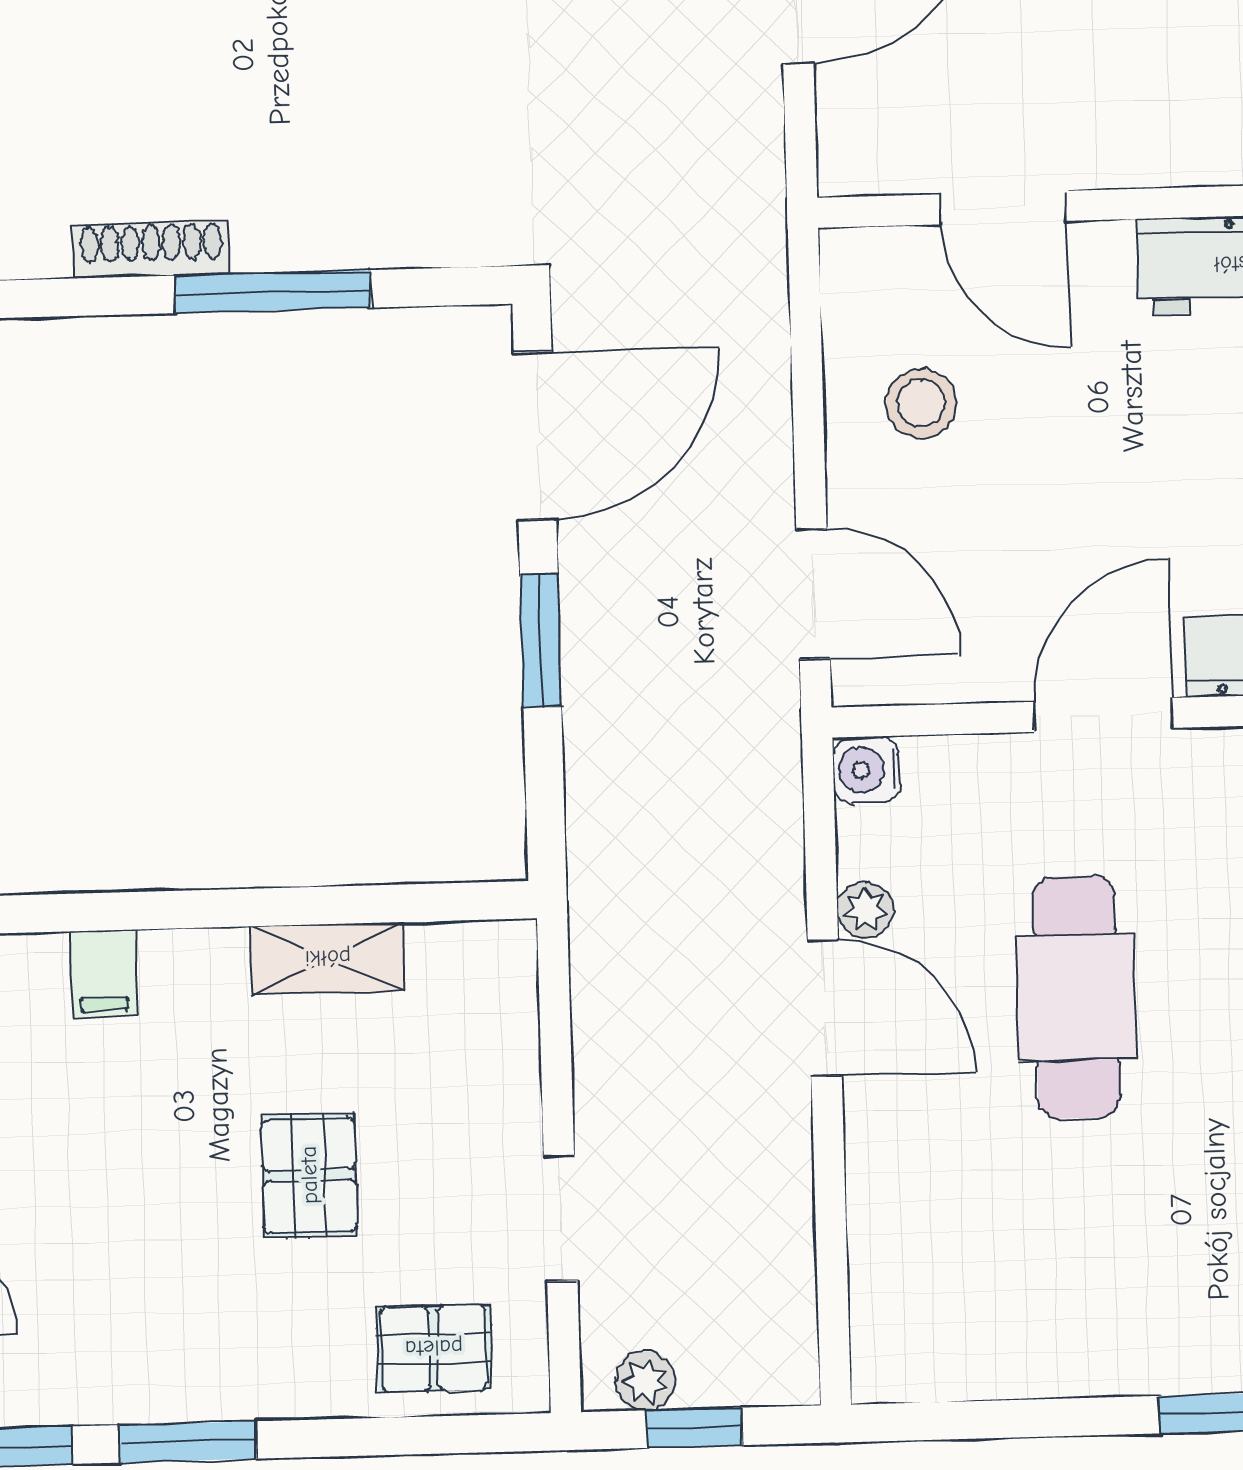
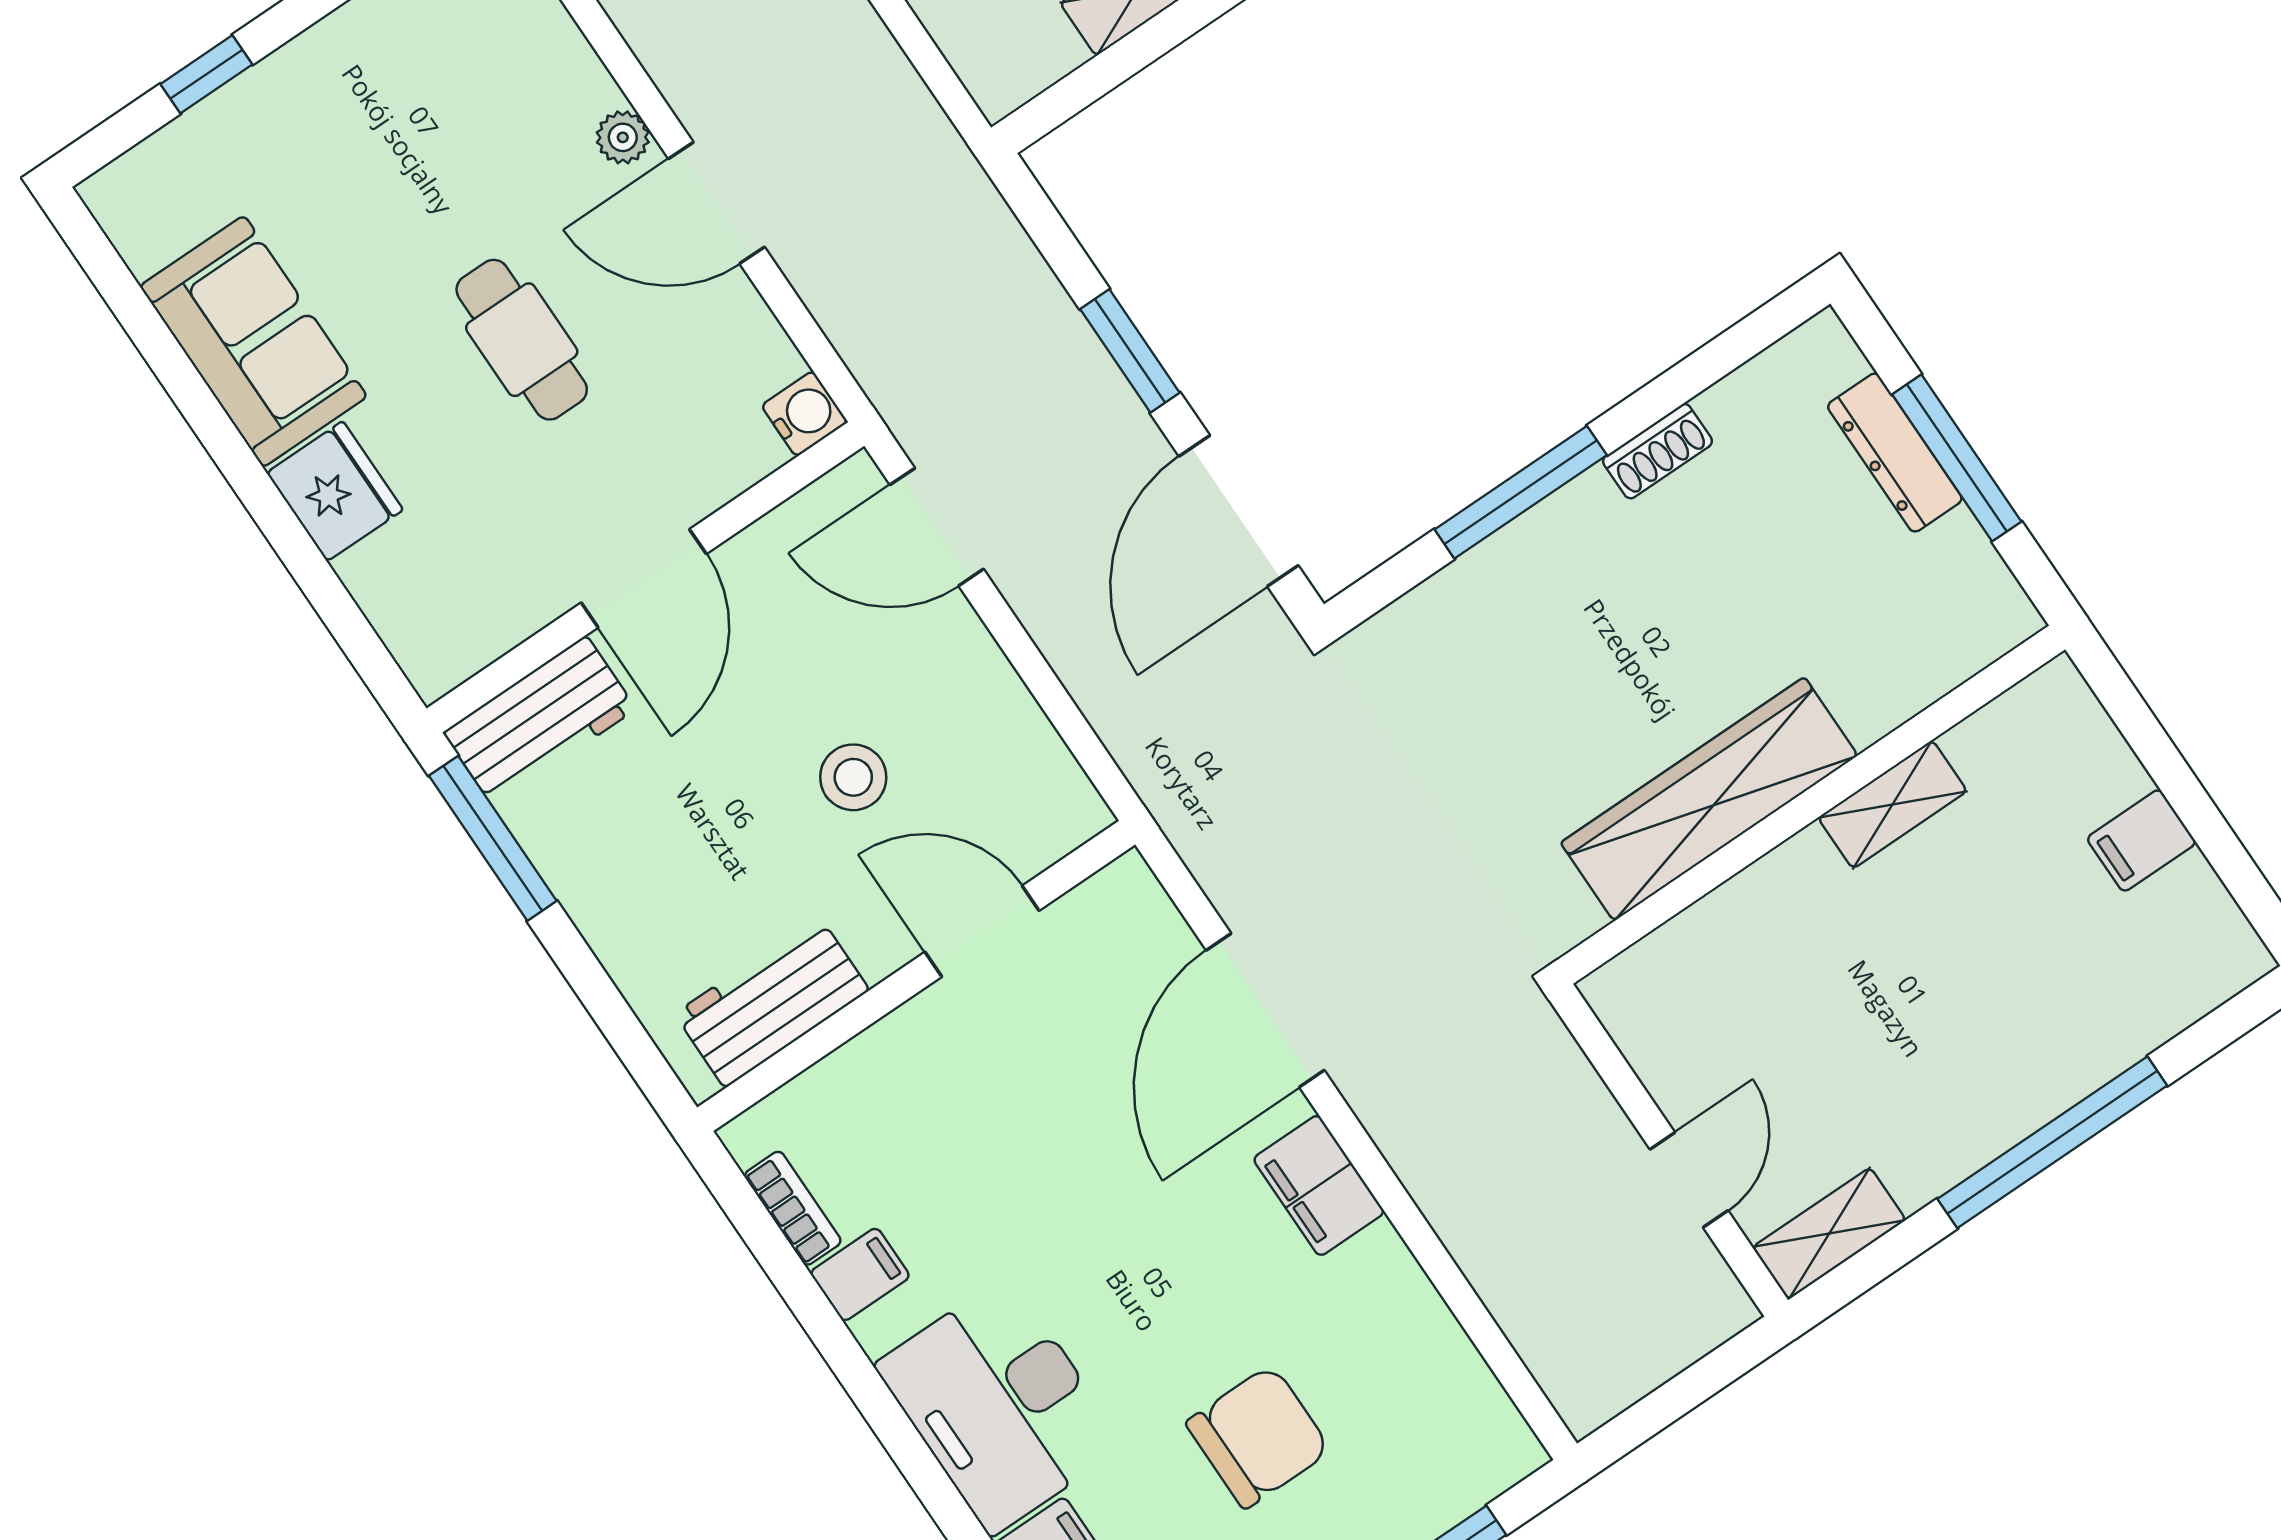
shoe rack: (151, 250) -> (1657, 451), width x0.70
stool: (921, 403) -> (853, 777), moved
plant: (865, 910) -> (623, 137), moved
cafe table: (1076, 997) -> (522, 340), width x0.73, depth x0.74

